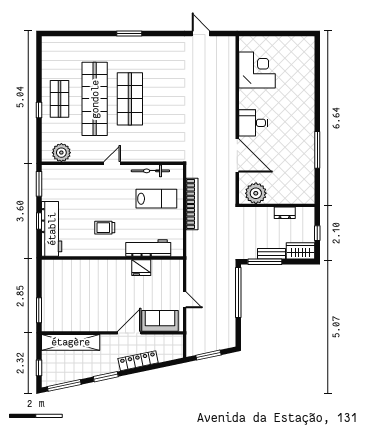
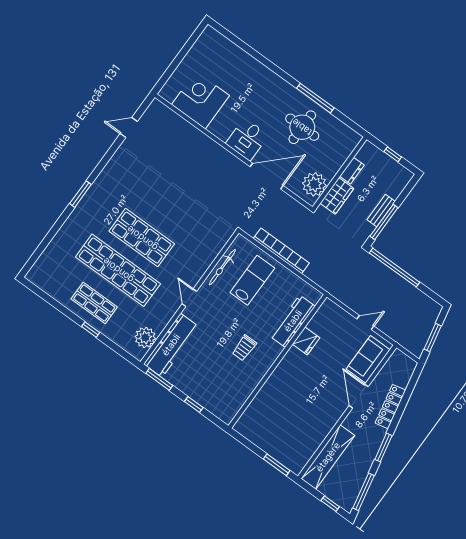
round table: (290, 155) -> (302, 127), added
workbench: (52, 229) -> (171, 345), moved, turned 90
wardrobe: (300, 251) -> (337, 196), moved, turned 180

